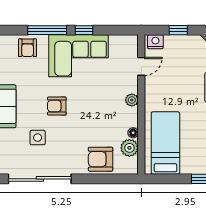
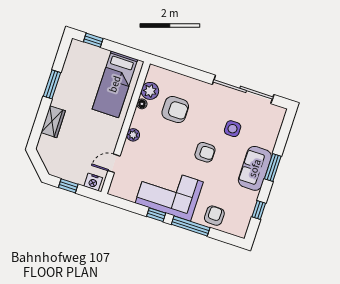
armchair: (101, 159) -> (175, 110), moved

